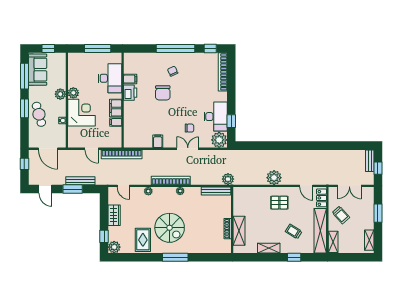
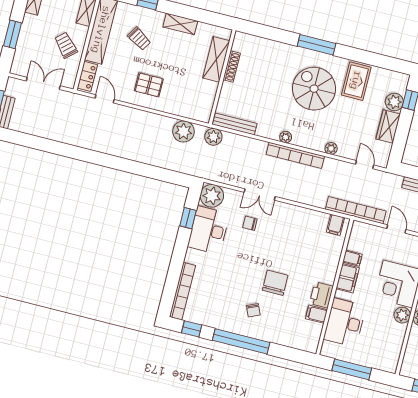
filing cabinet: (158, 141) -> (335, 225), moved
plant: (274, 178) -> (184, 131), moved
plant: (114, 247) -> (394, 102), moved

